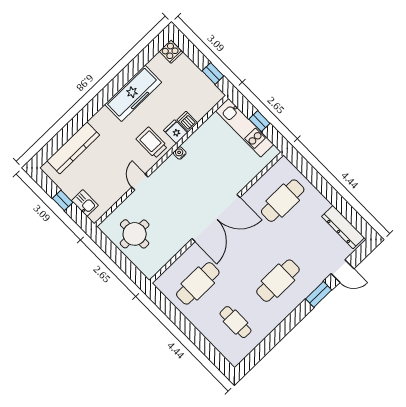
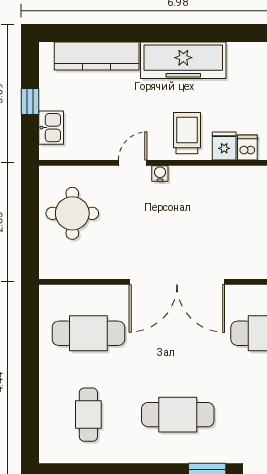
freezer: (133, 93) -> (183, 60), moved
water cooler: (180, 153) -> (160, 173), moved

